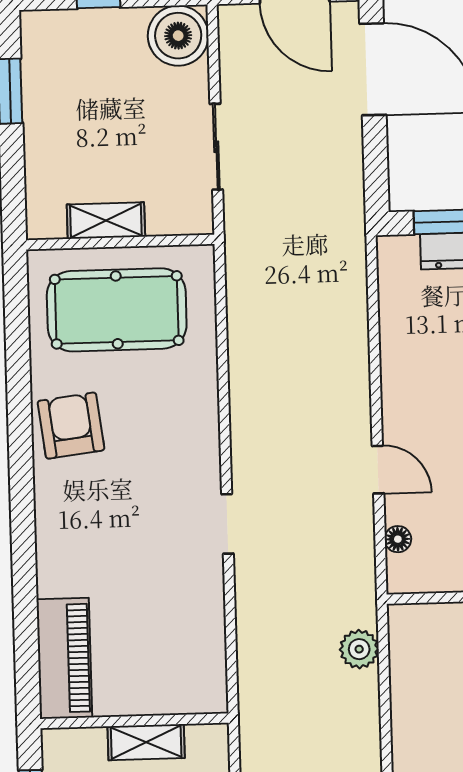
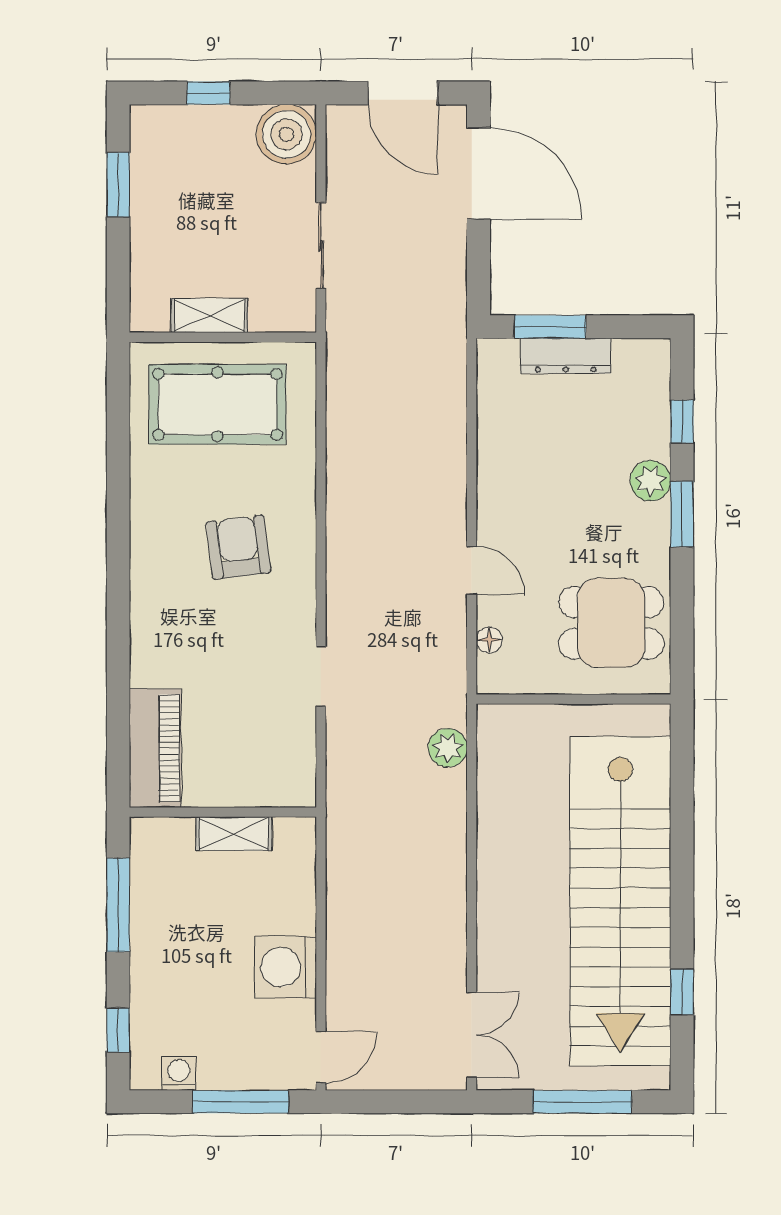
armchair: (71, 426) -> (238, 547), moved
doorway: (227, 524) -> (321, 676), moved

